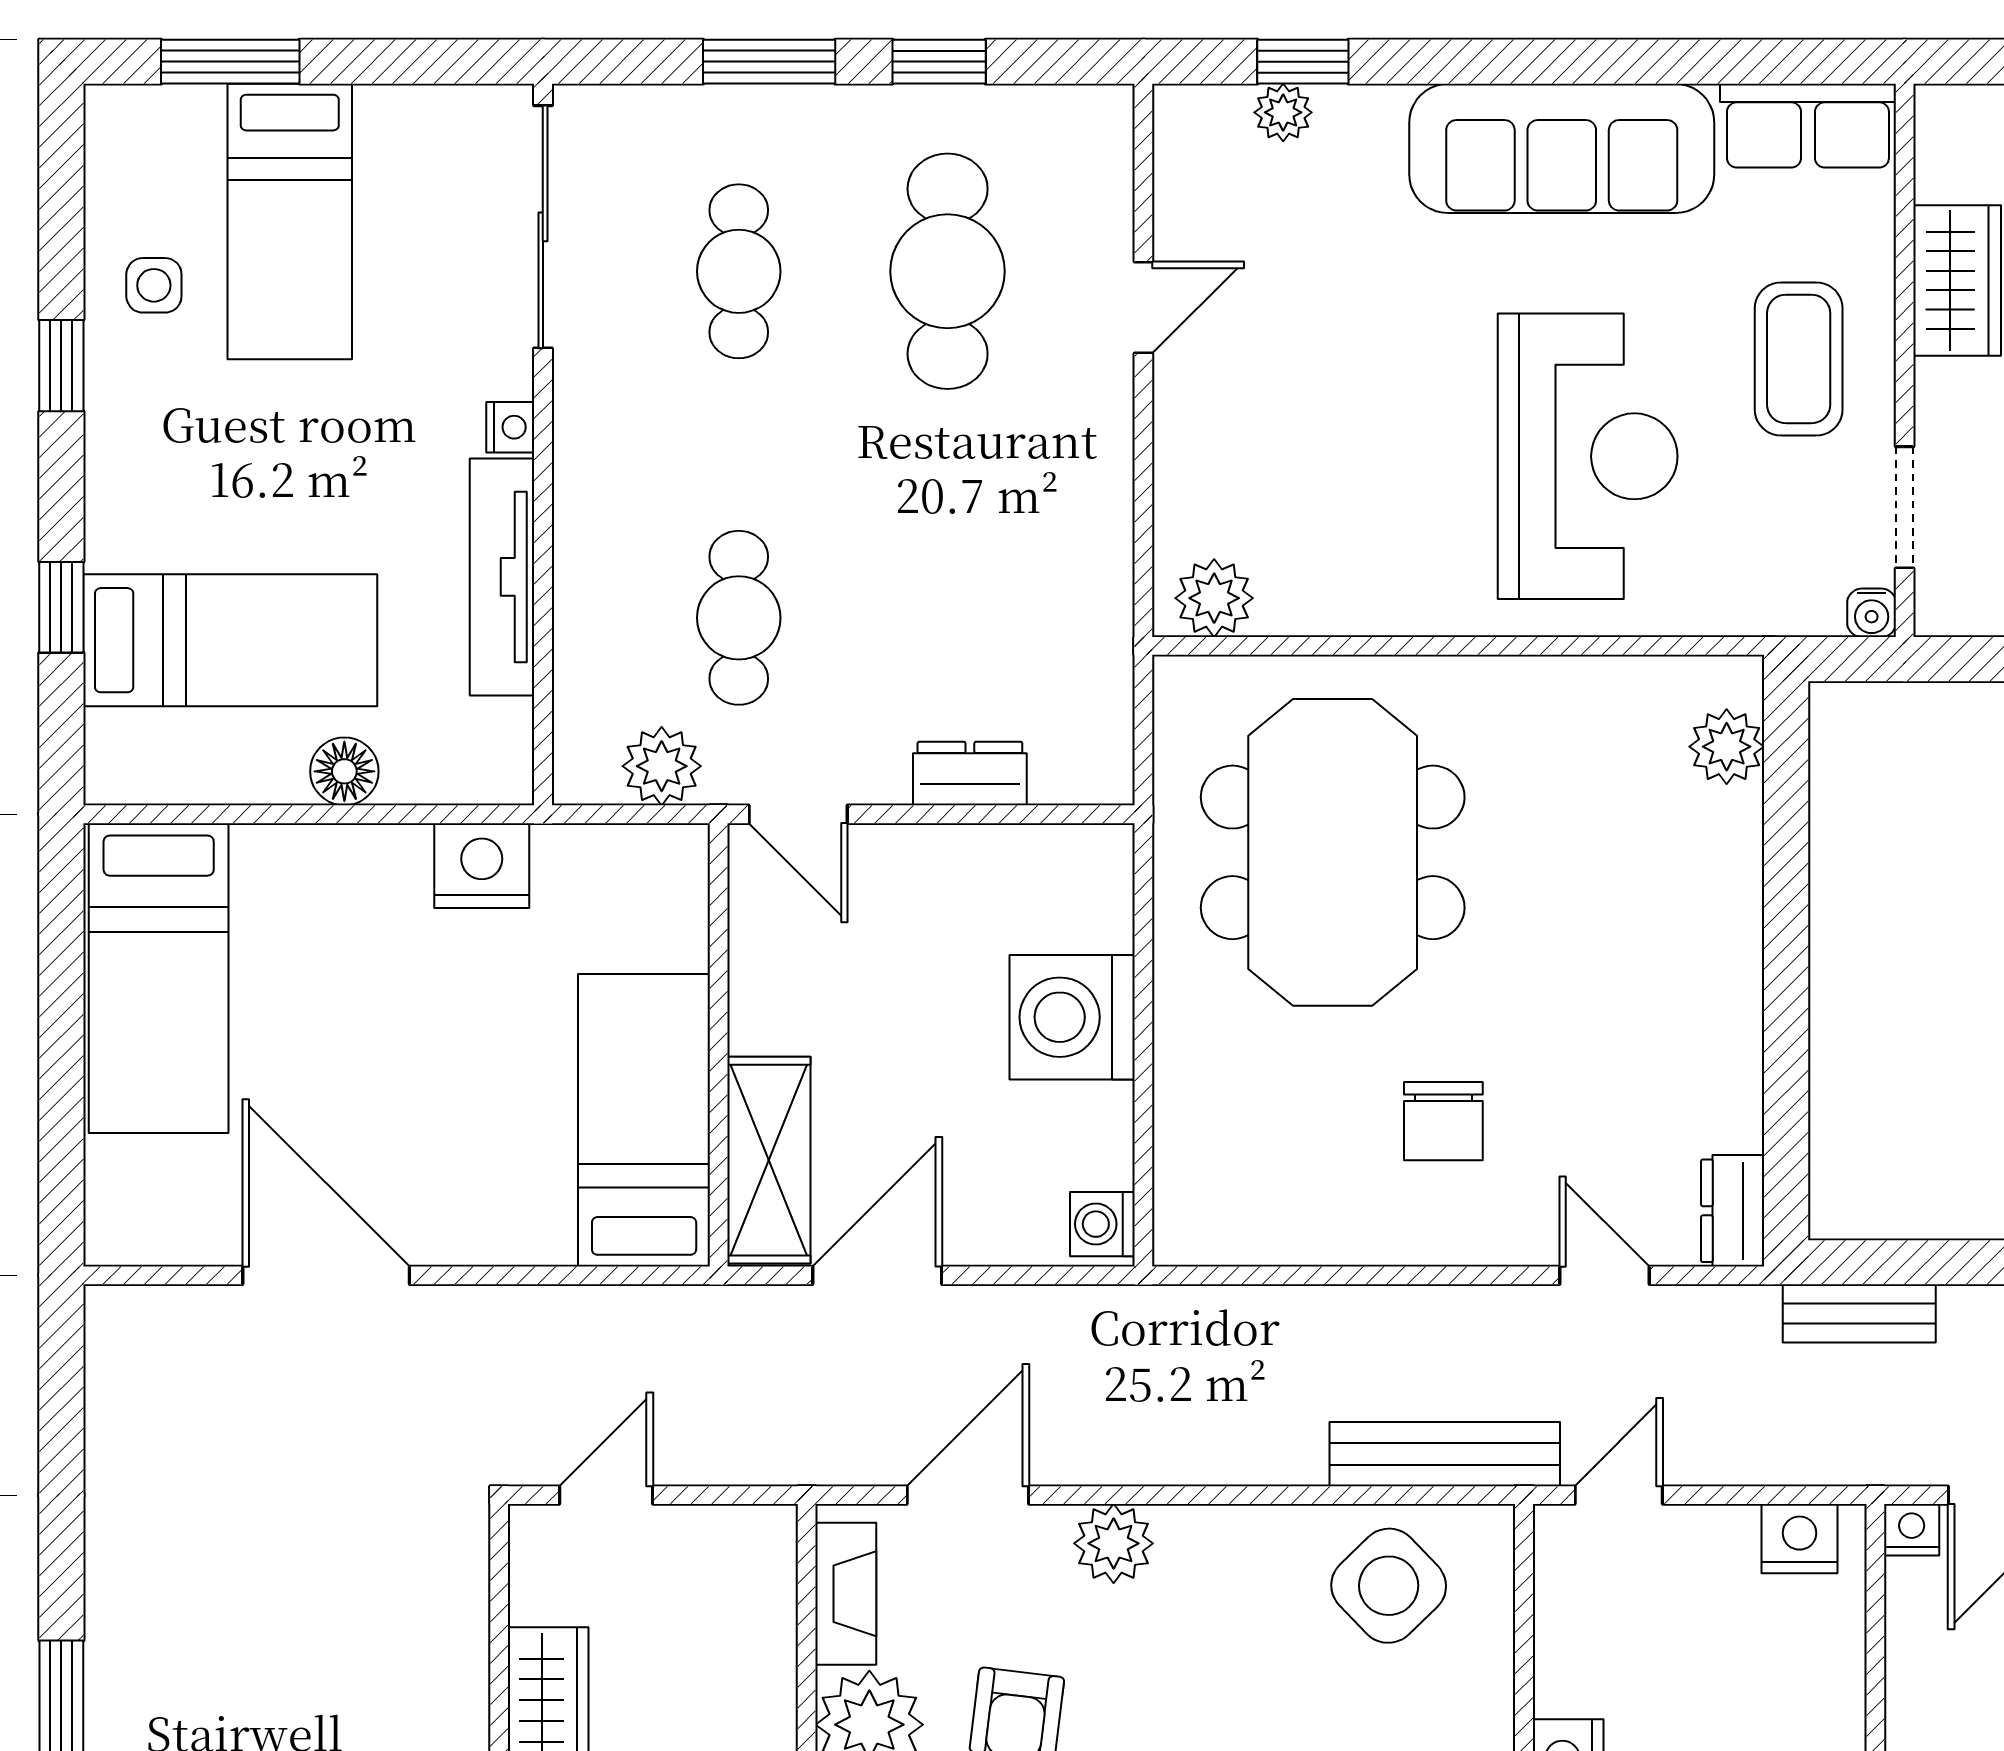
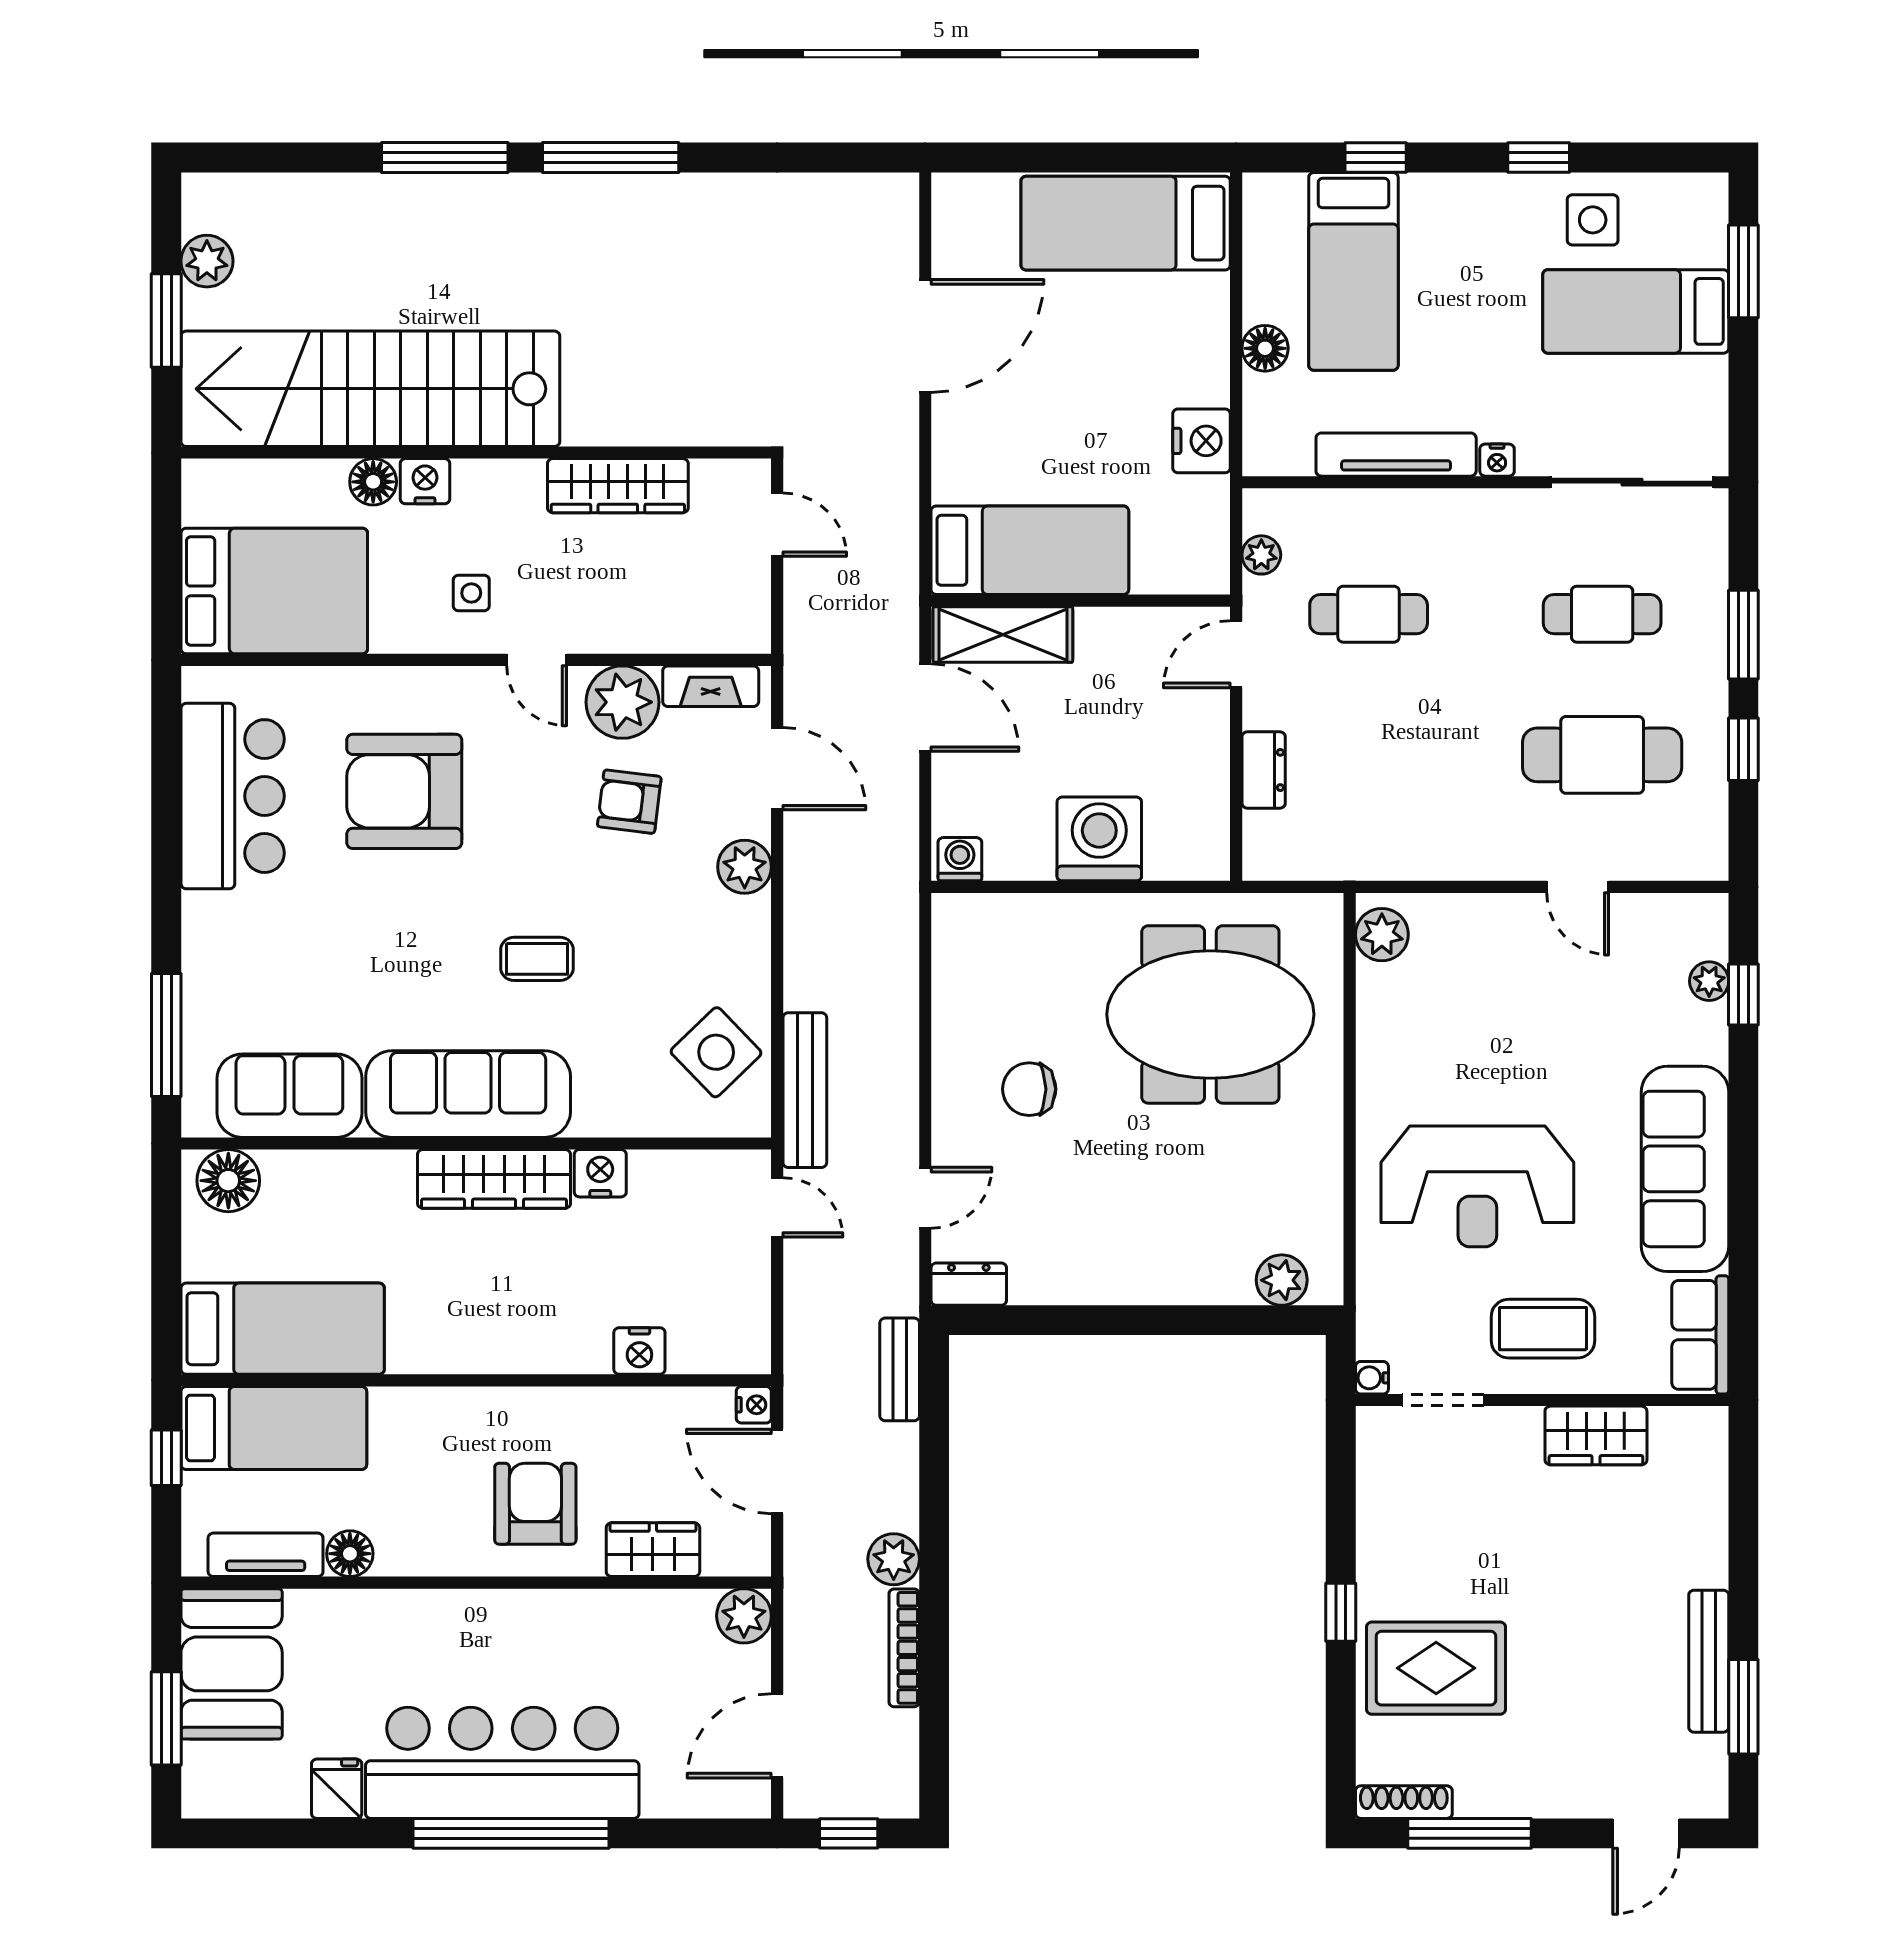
side table: (154, 285) -> (1593, 220), width x1.37, depth x1.37
plant: (662, 766) -> (1261, 555), width x0.73, depth x0.73
nightstand: (1799, 1539) -> (639, 1351), moved, turned 90

